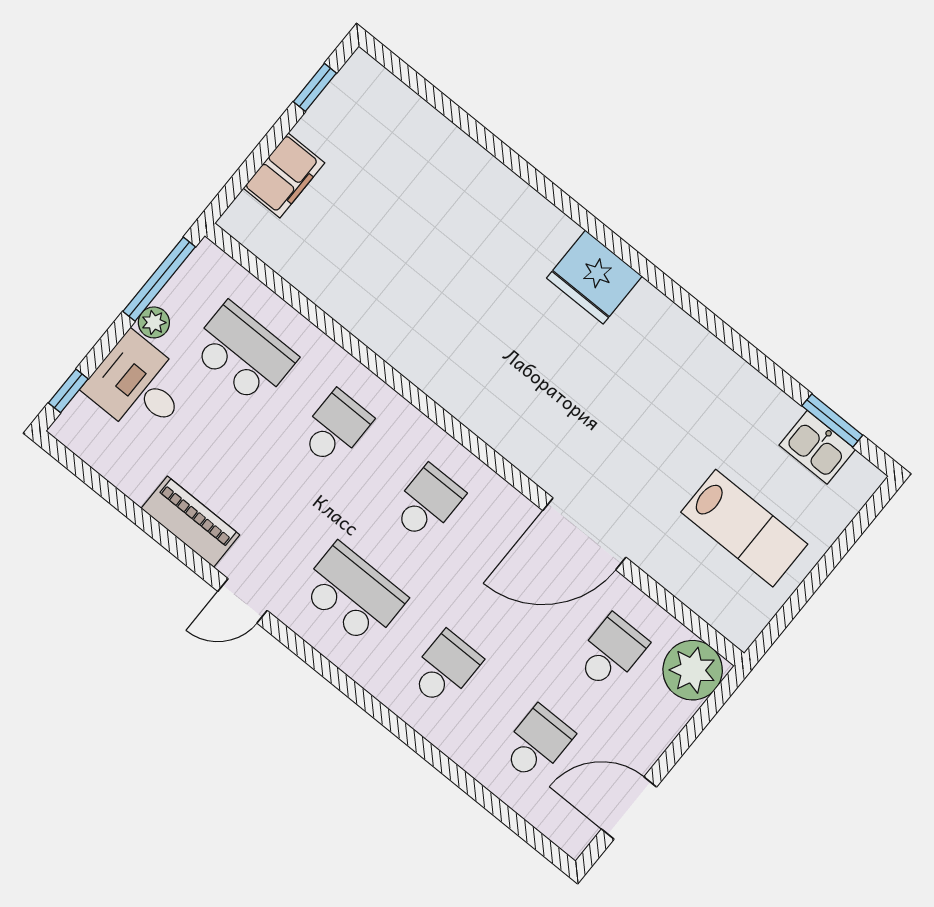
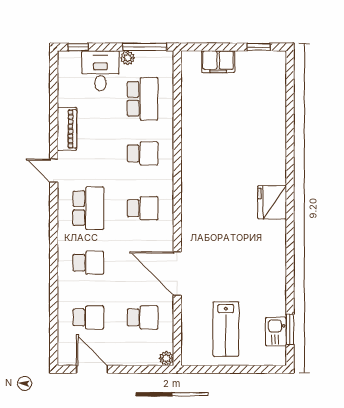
plant: (693, 670) -> (166, 358), width x0.53, depth x0.53

